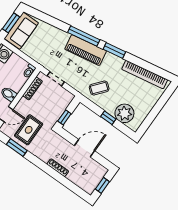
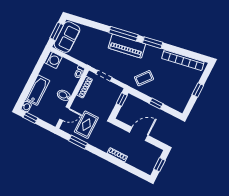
window: (156, 110) -> (198, 90), added
plant: (124, 113) -> (170, 98), removed
window: (64, 117) -> (122, 99), moved

